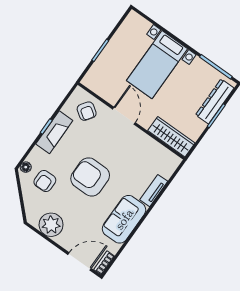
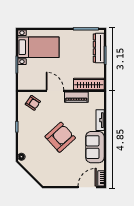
bed with nightstands: (157, 65) -> (38, 47), moved, turned -90
fireplace: (54, 132) -> (23, 127), removed
piano: (145, 142) -> (76, 97), added
armchair: (90, 177) -> (60, 137), turned 138
armchair: (45, 181) -> (37, 157), removed
plant: (51, 225) -> (57, 178), removed

